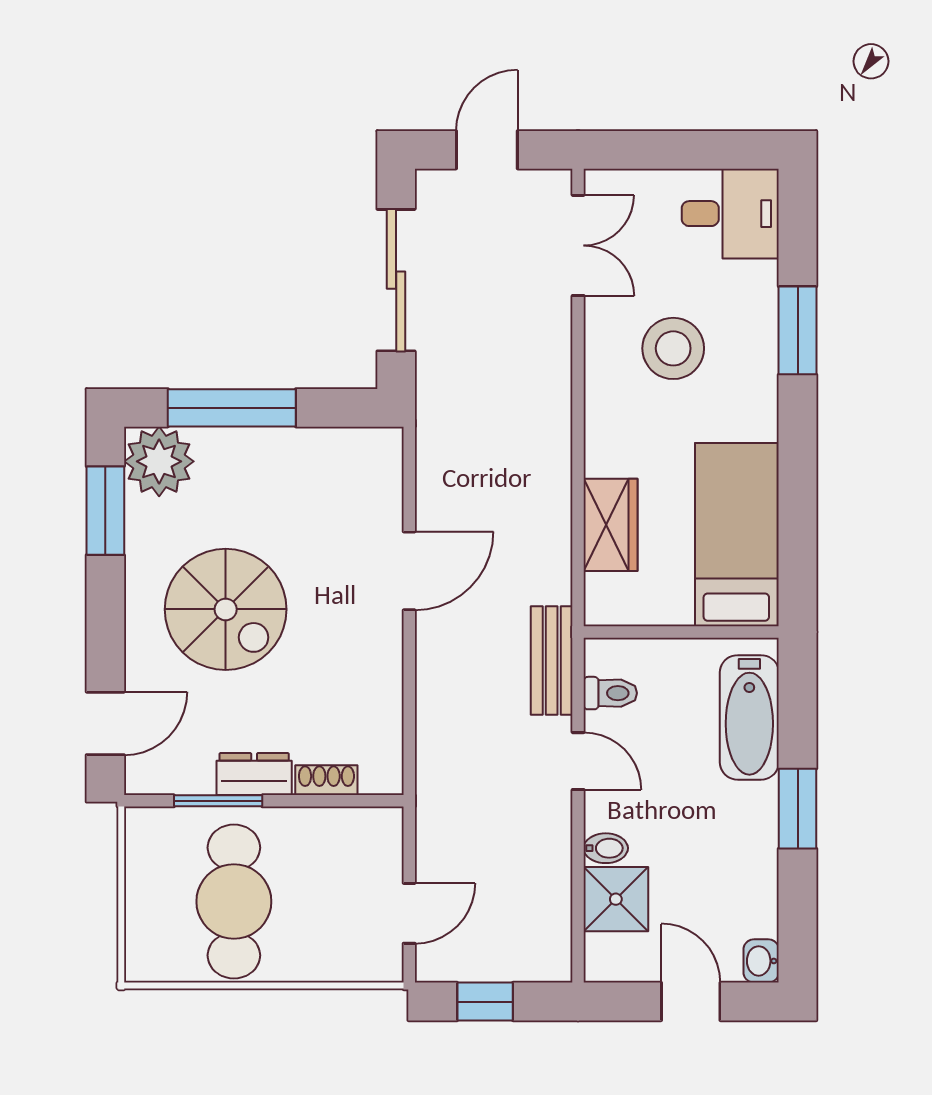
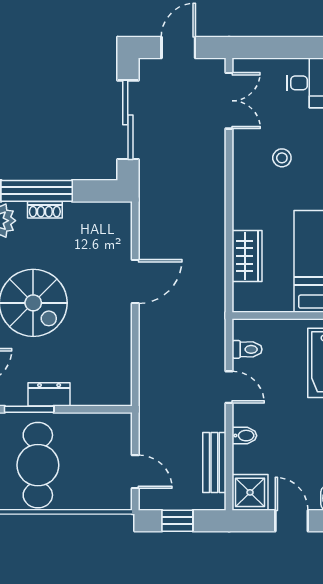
stool: (673, 348) -> (282, 158), width x0.53, depth x0.53
bench: (552, 660) -> (214, 463), moved
shoe rack: (326, 780) -> (45, 210), moved, turned 180
shower: (616, 899) -> (250, 492), moved
door: (409, 913) -> (135, 472), hinge flipped

